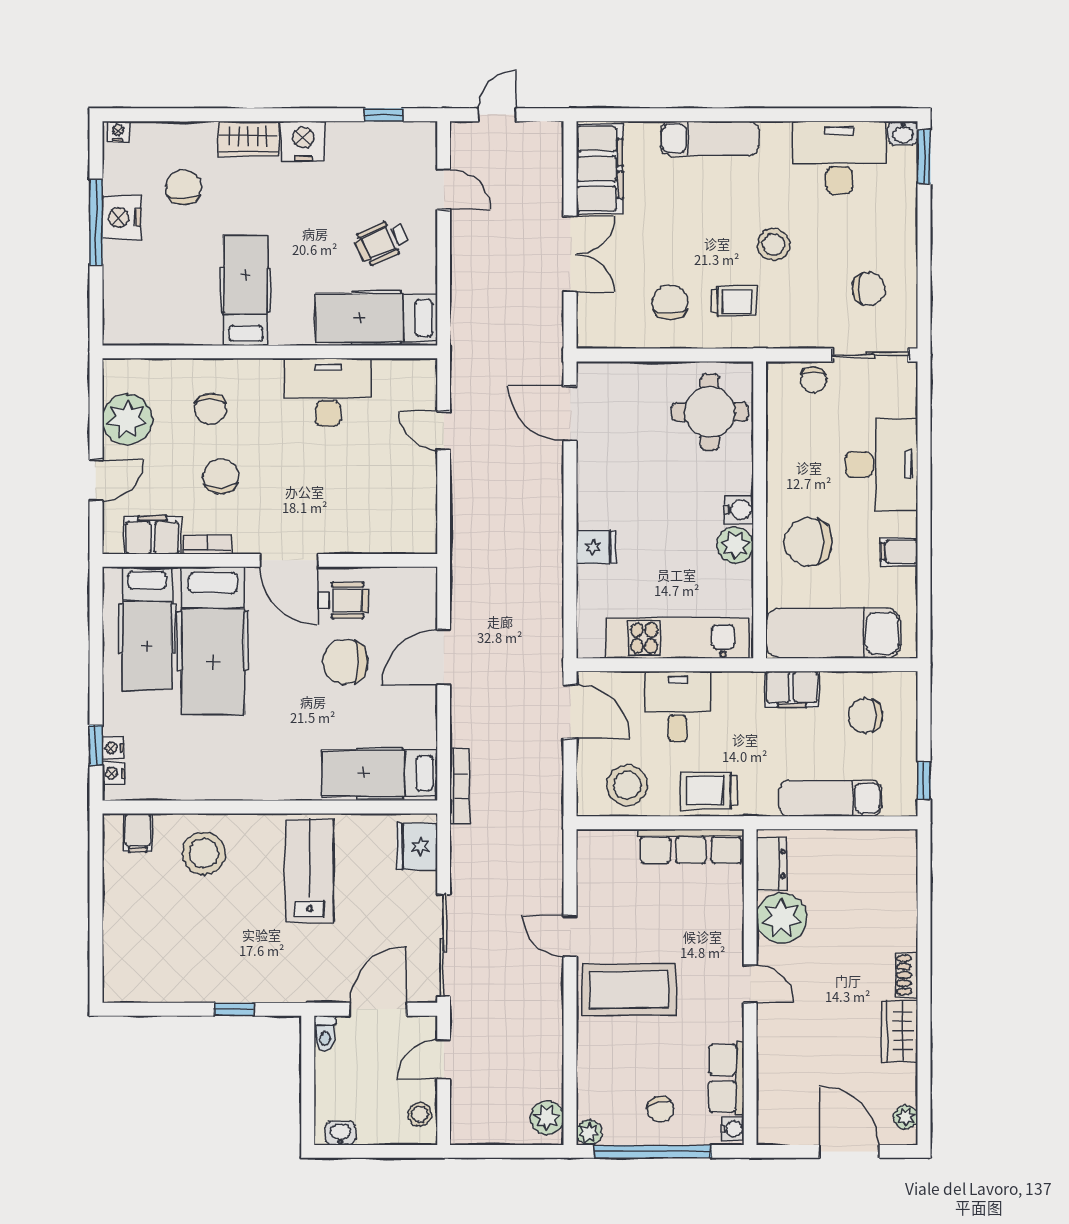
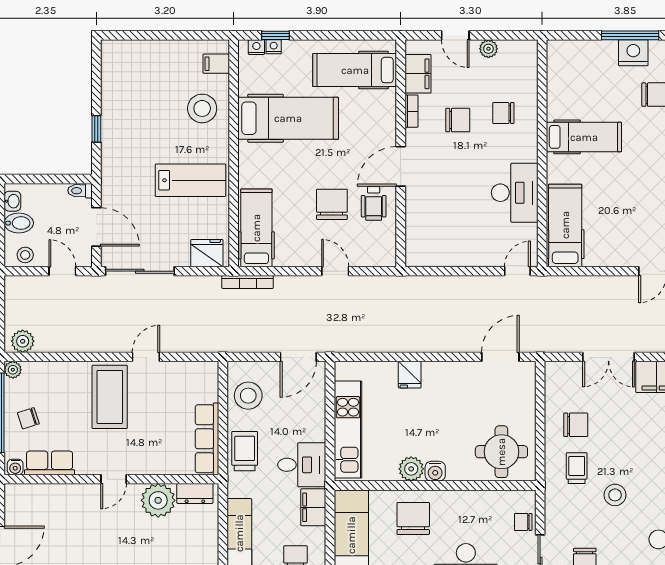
wheelchair: (382, 242) -> (617, 229), removed
trolley: (734, 301) -> (577, 468), turned 180
plant: (127, 419) -> (488, 49), width x0.53, depth x0.53
door: (444, 431) -> (517, 271), moved
hospital bed: (213, 641) -> (288, 118), moved, turned 180
door: (444, 657) -> (335, 271), width x0.73
desk: (678, 706) -> (302, 465), moved
bidet: (373, 1124) -> (19, 223), added

